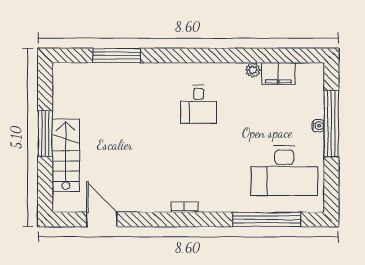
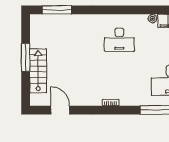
window: (117, 55) -> (57, 10), moved
desk: (199, 104) -> (119, 40), width x1.37

